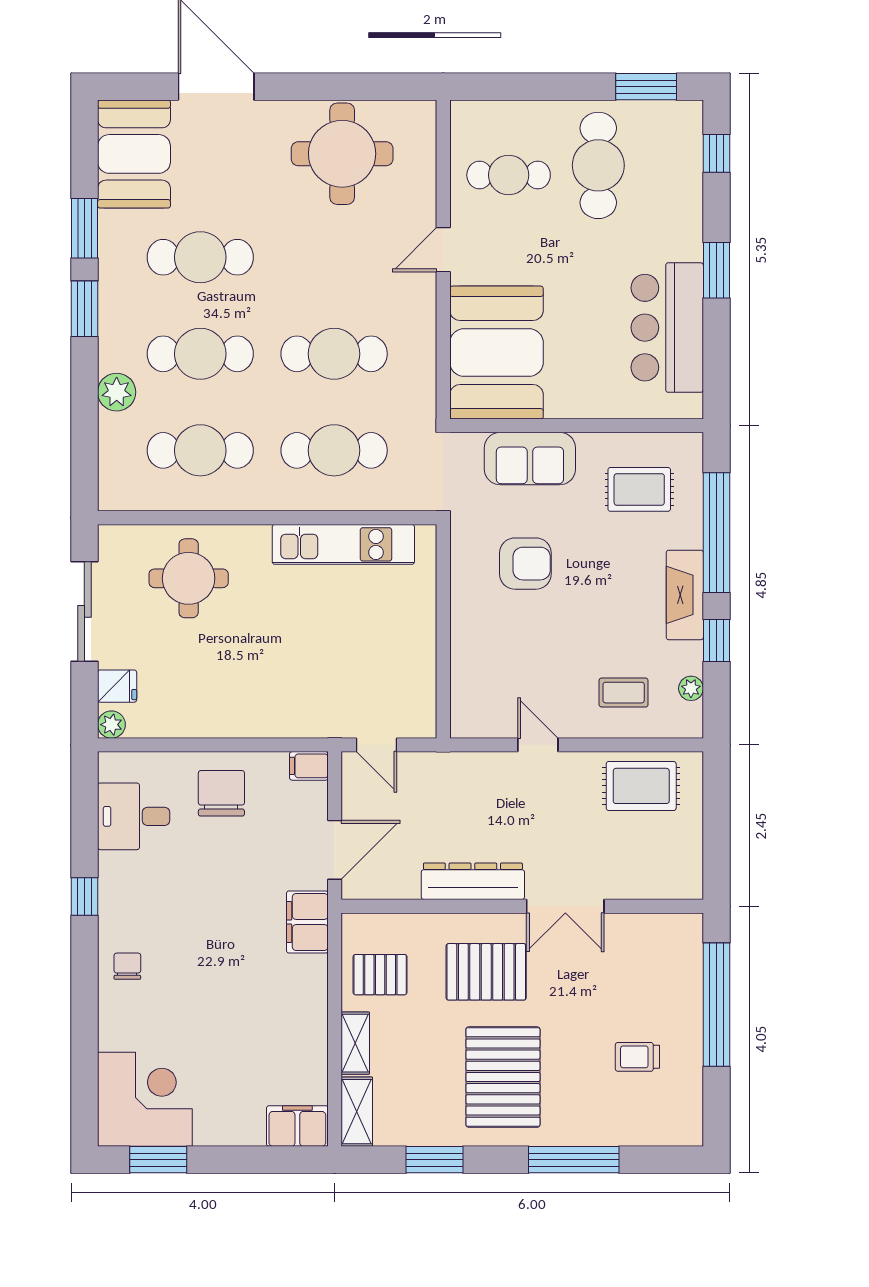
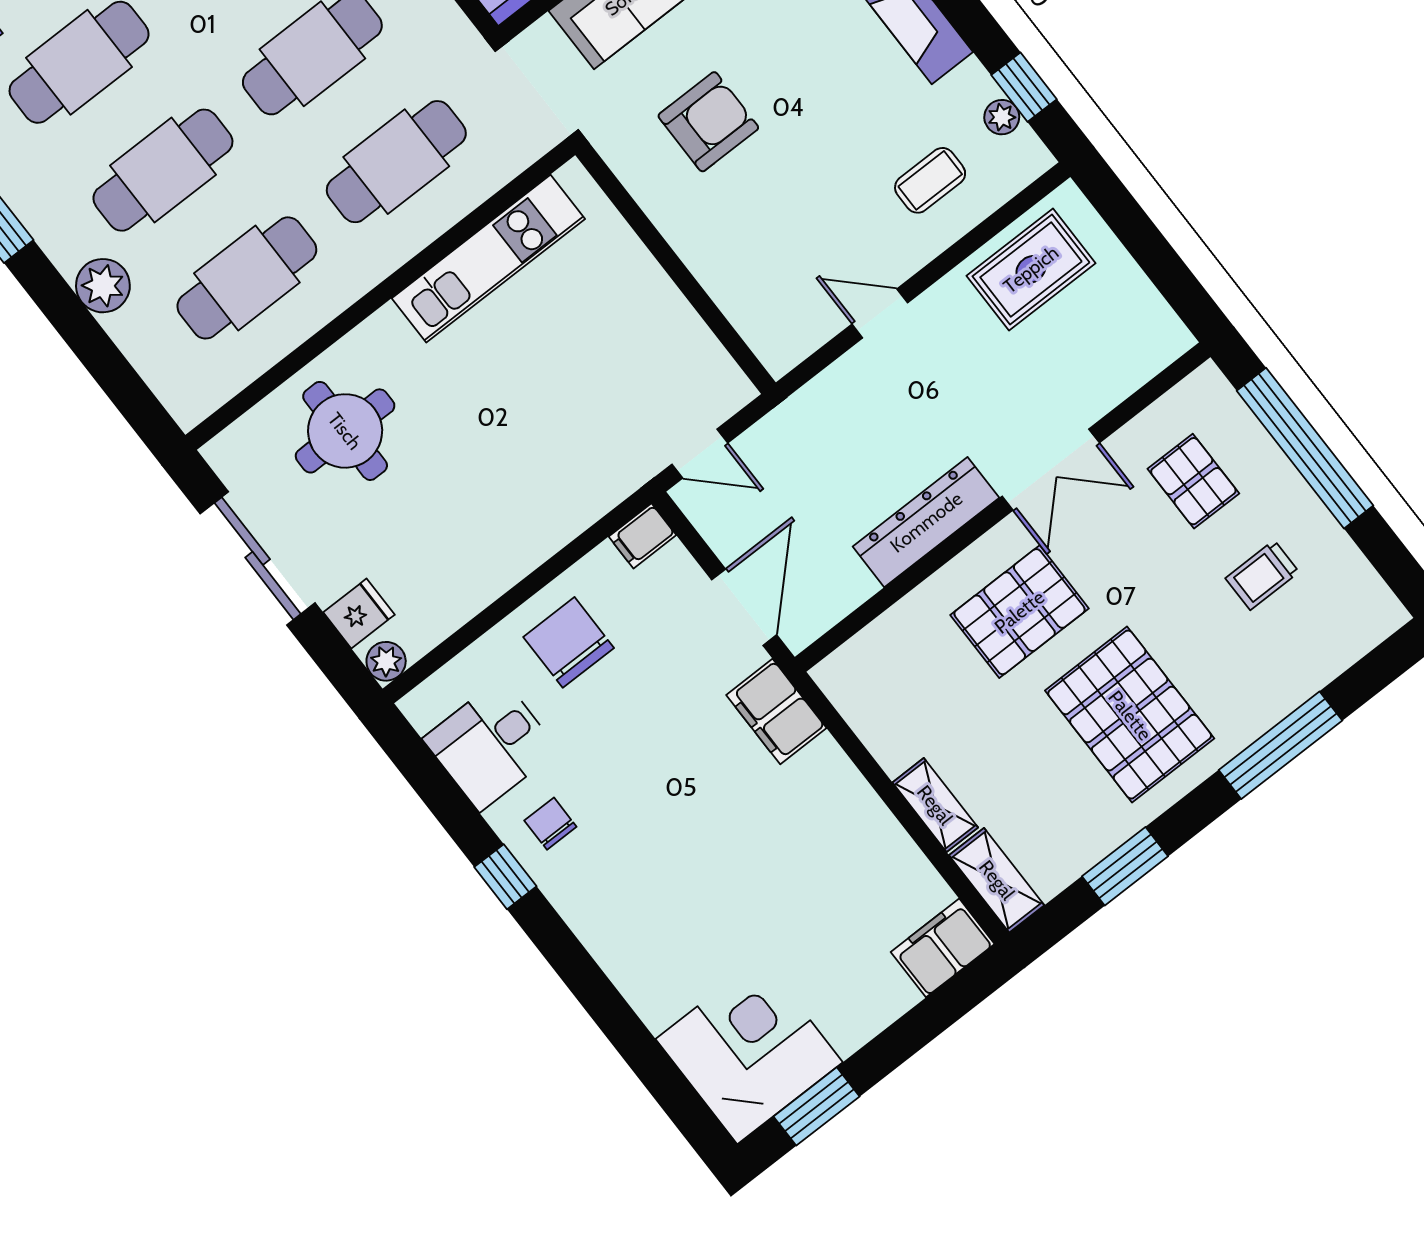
window: (716, 640) -> (1024, 87), moved
chair: (127, 966) -> (550, 824), moved
pallet: (380, 975) -> (1193, 481), moved, turned 90

